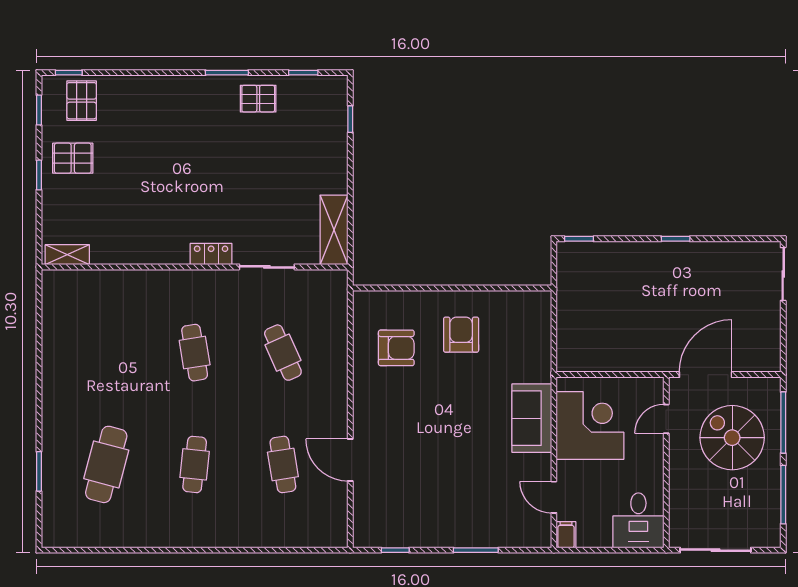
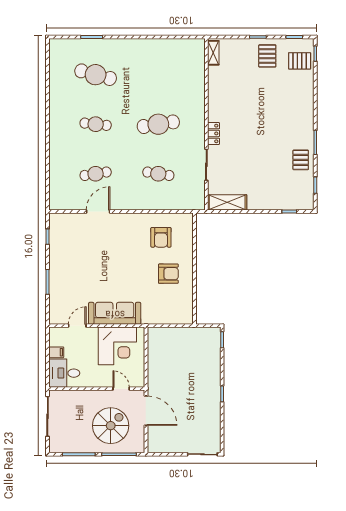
cafe table: (195, 353) -> (158, 124), width x1.37, depth x1.35
cafe table: (283, 353) -> (158, 174), turned 33
sofa: (532, 418) -> (115, 313), width x1.36
filing cabinet: (566, 535) -> (56, 352), moved

